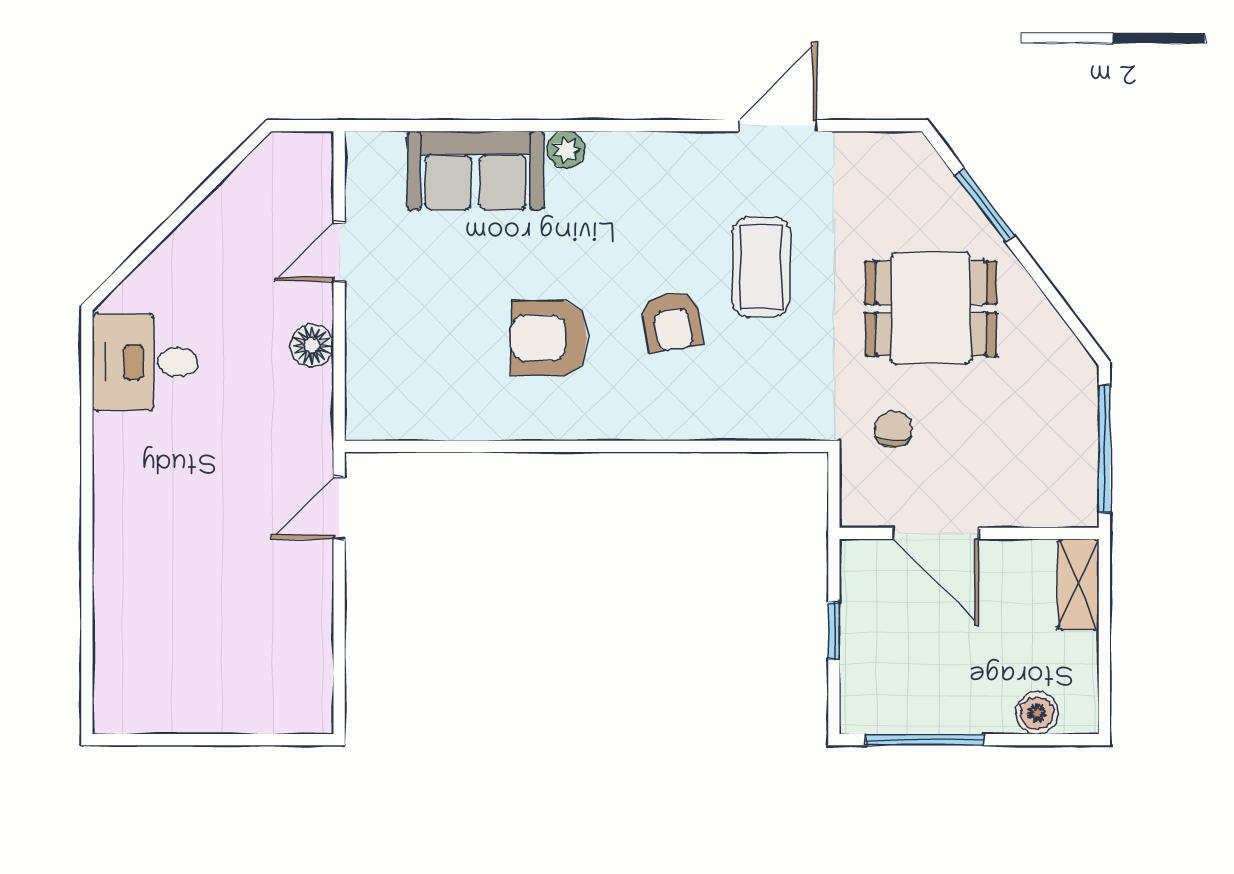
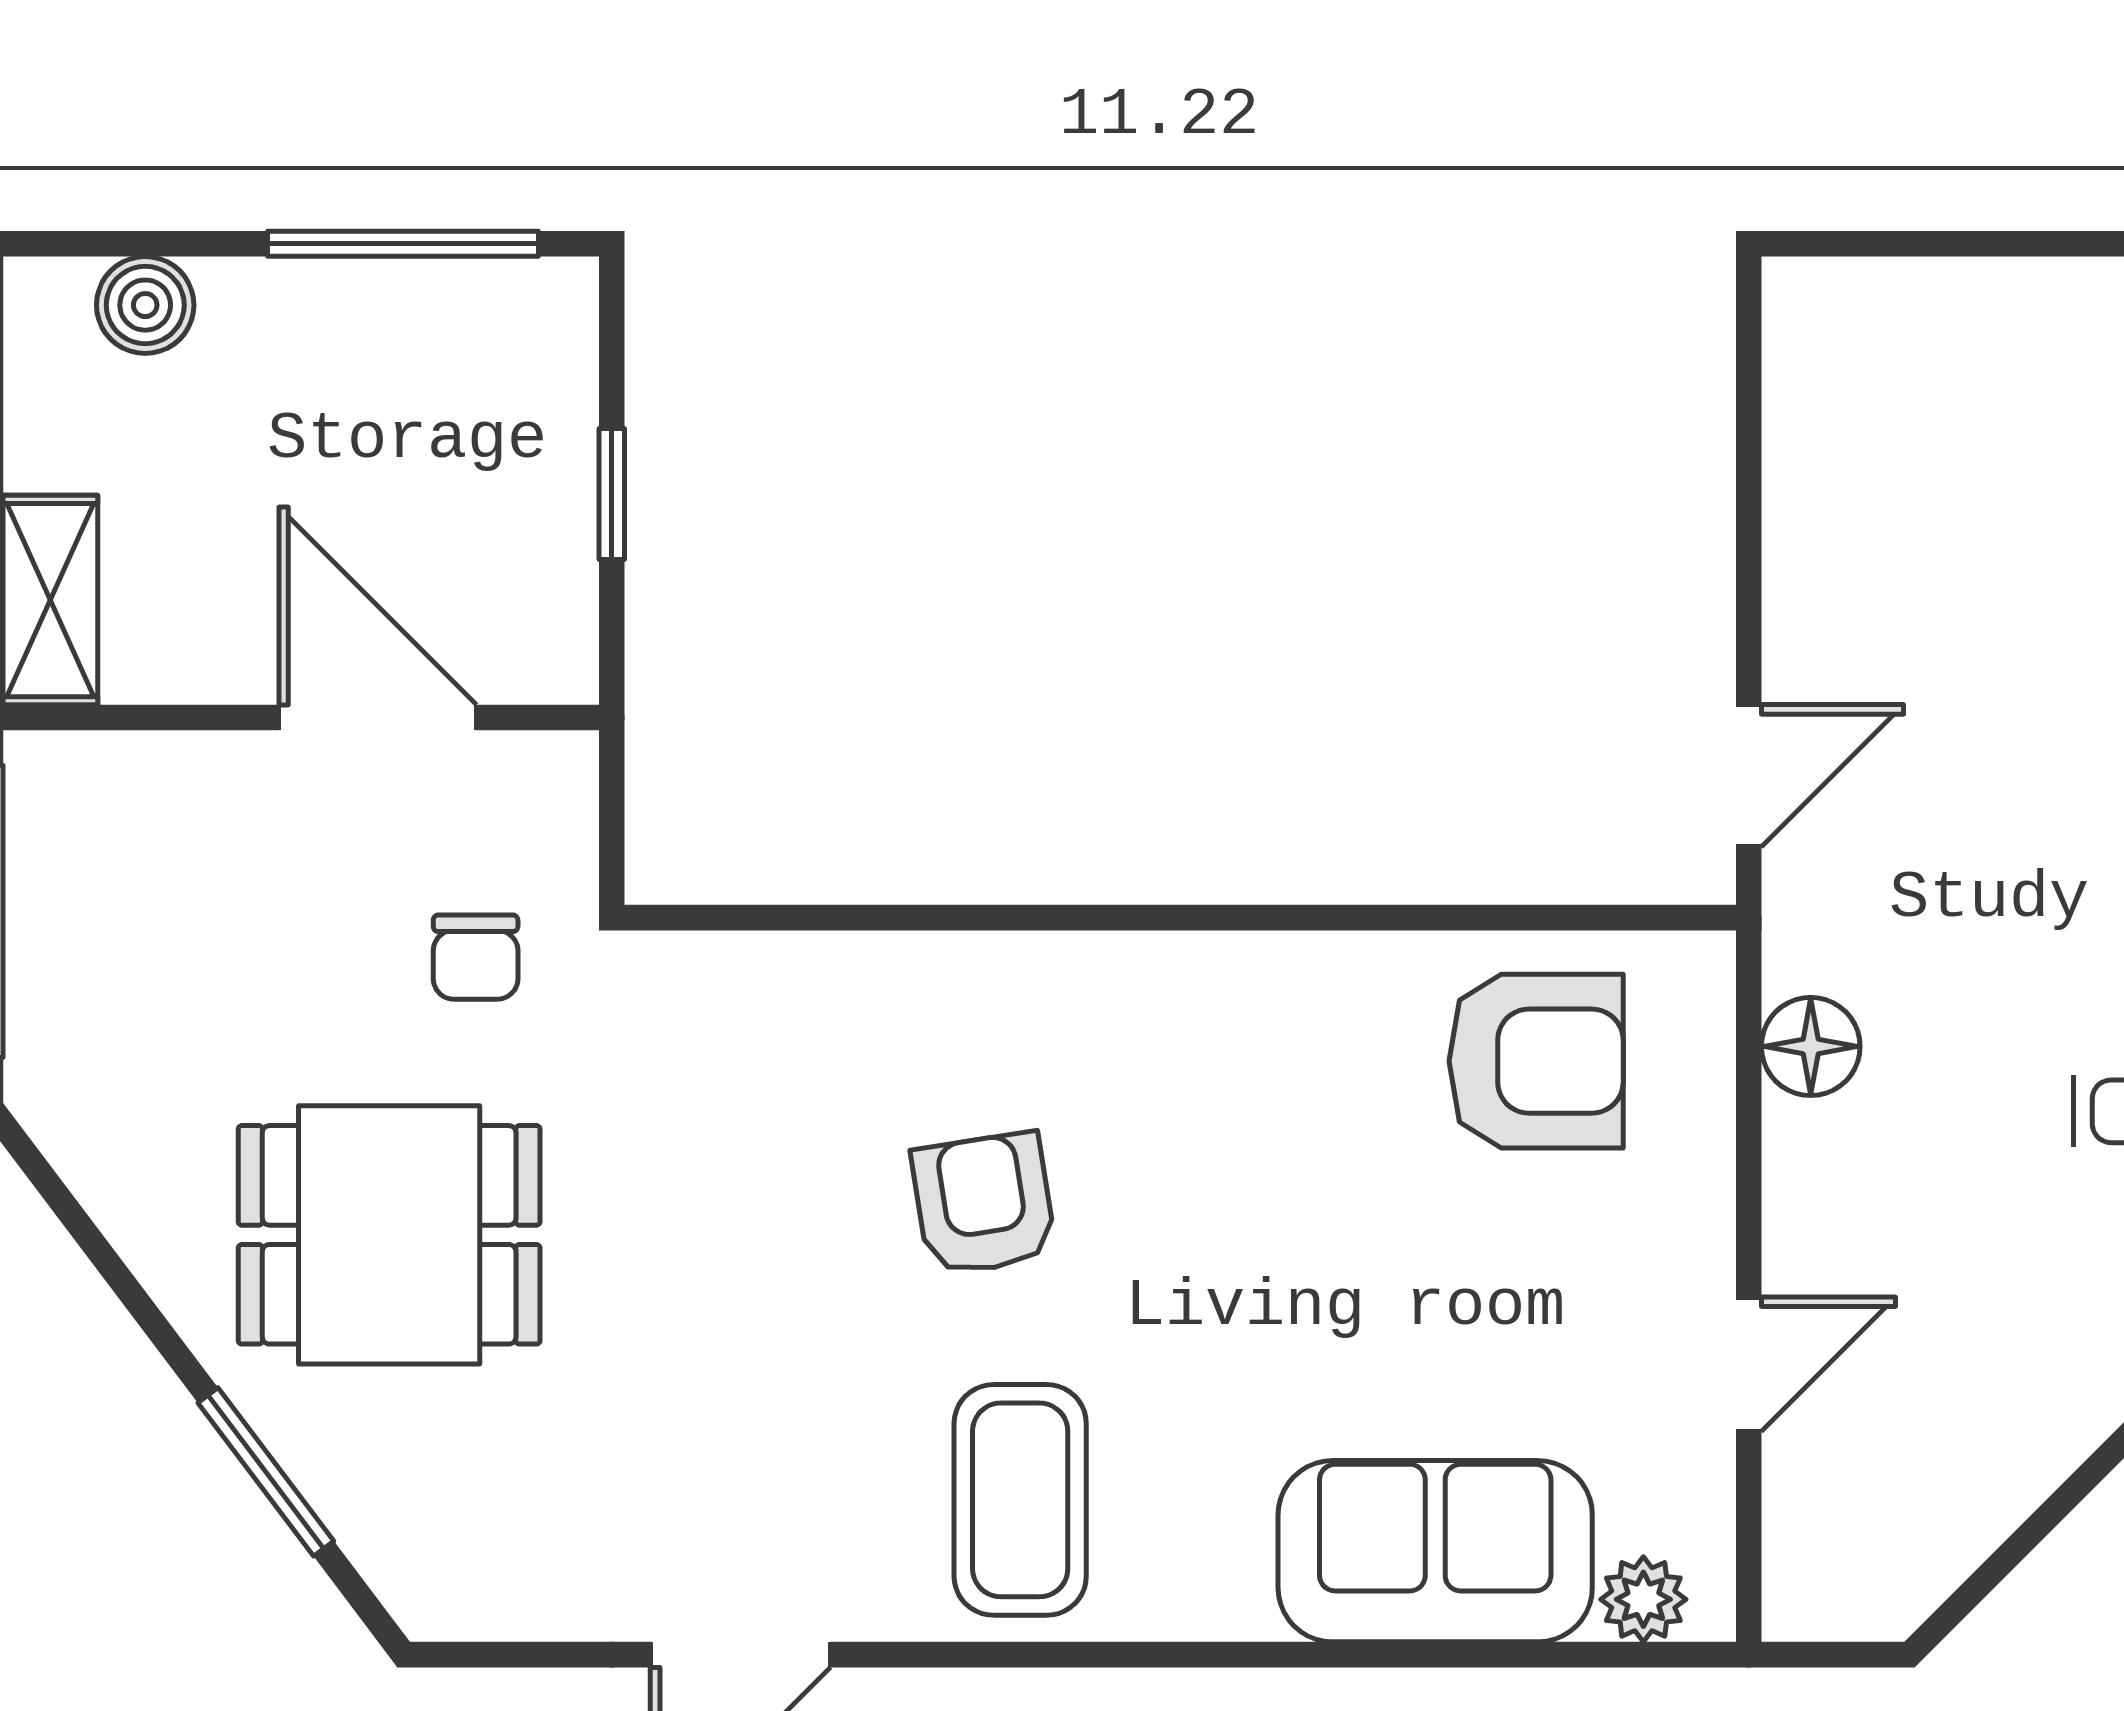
plant: (566, 150) -> (1643, 1599), moved
coffee table: (761, 267) -> (1020, 1500), moved
armchair: (549, 338) -> (1536, 1061), moved
floor lamp: (312, 346) -> (1811, 1046), moved

